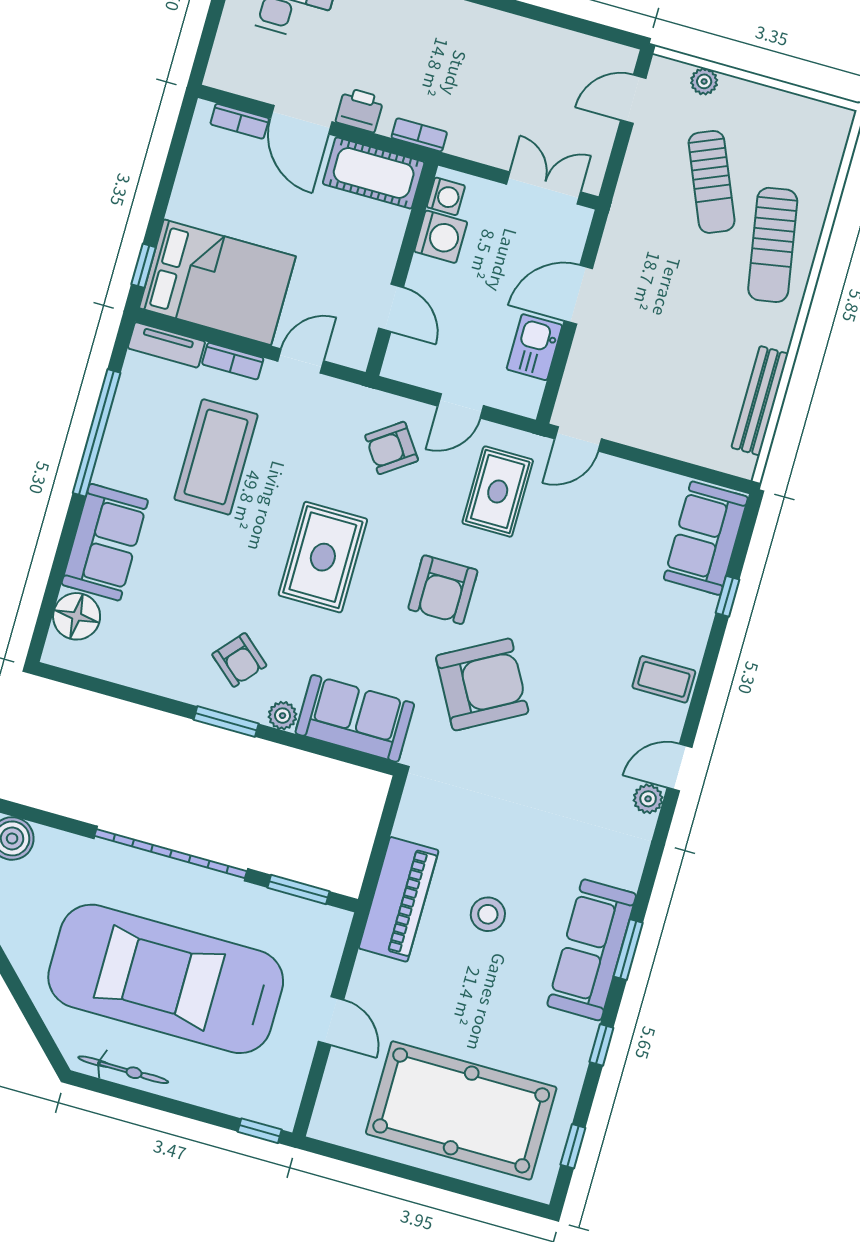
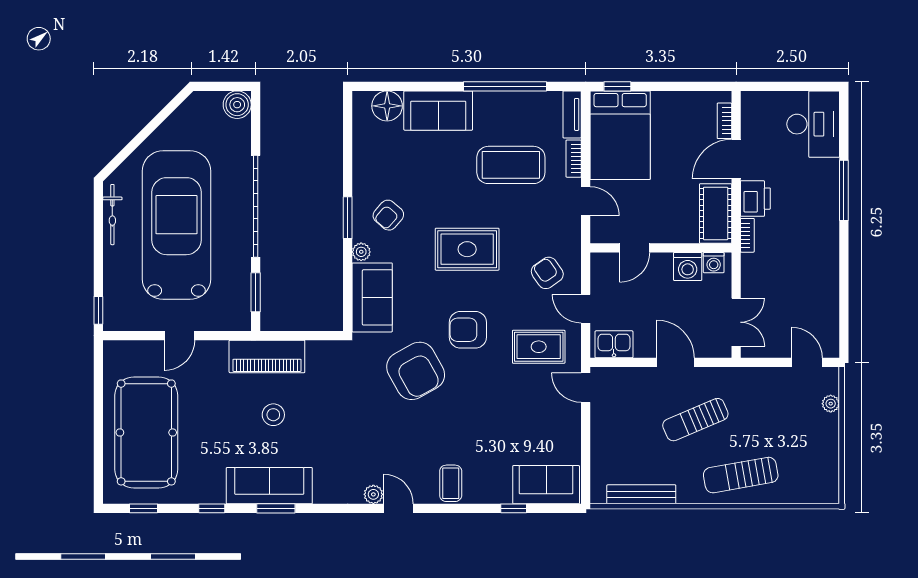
printer: (360, 110) -> (755, 199), width x1.36, depth x1.24
sun lounger: (712, 182) -> (695, 420), moved
kitchen sink: (534, 347) -> (614, 344), moved

